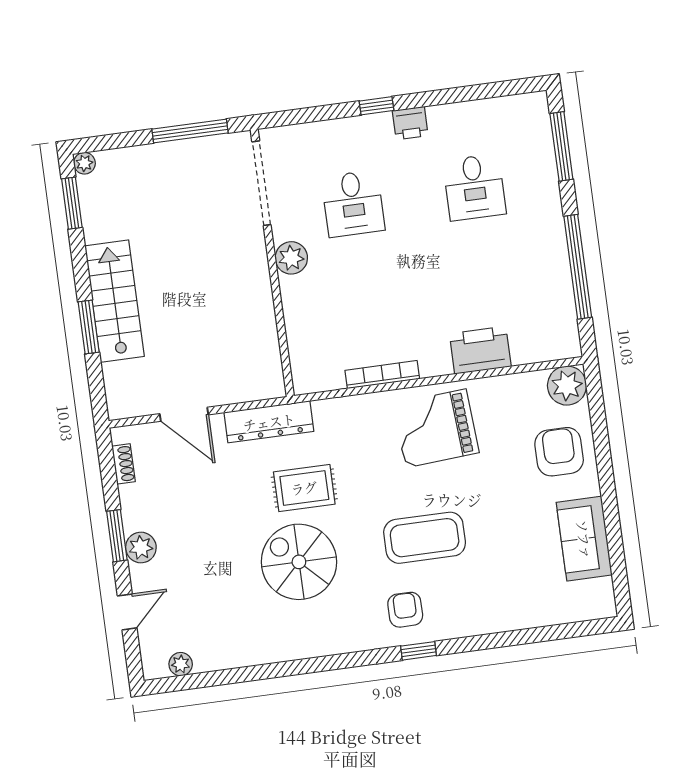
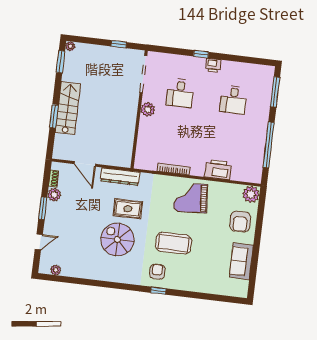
window: (190, 131) -> (119, 44), width x0.46
armchair: (559, 452) -> (240, 222), turned 180
plant: (141, 548) -> (54, 195), moved

